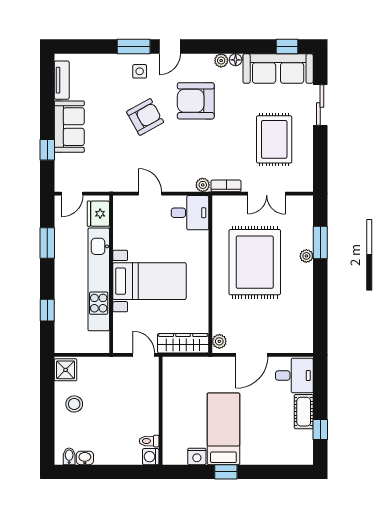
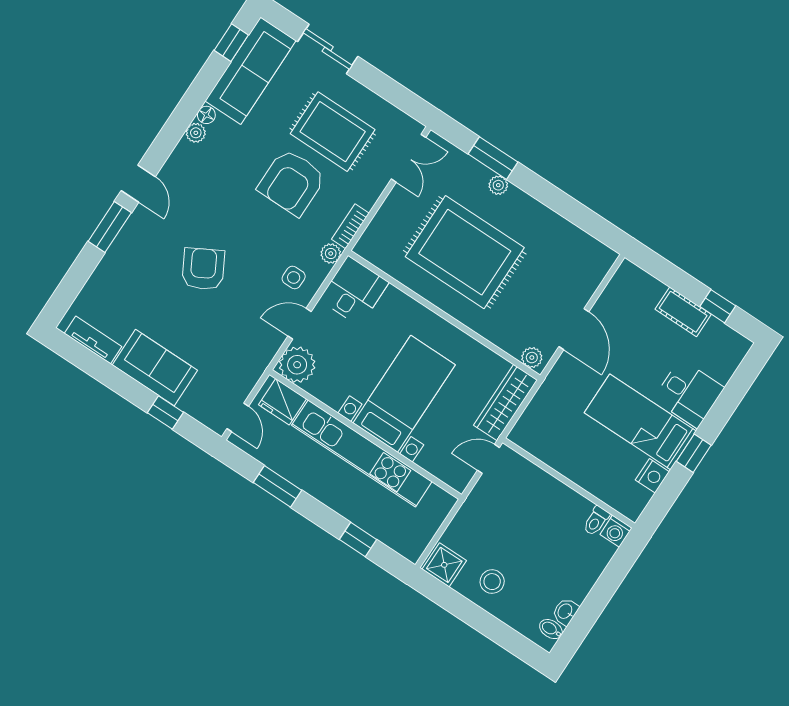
side table: (140, 71) -> (294, 277), moved
armchair: (196, 101) -> (292, 182), moved
double door: (267, 194) -> (409, 158), moved
plant: (125, 208) -> (297, 365), added
desk: (294, 376) -> (689, 393), moved, turned 90

